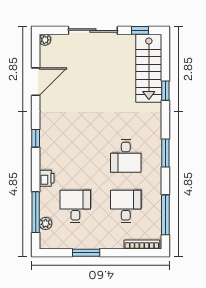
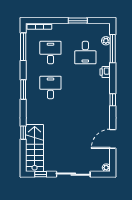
desk: (126, 206) -> (50, 53), turned 180

